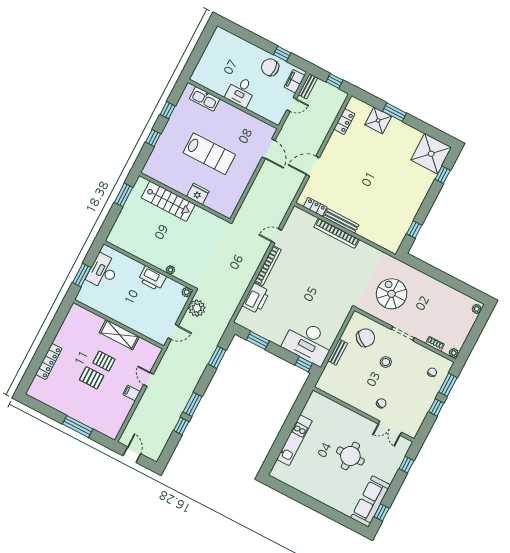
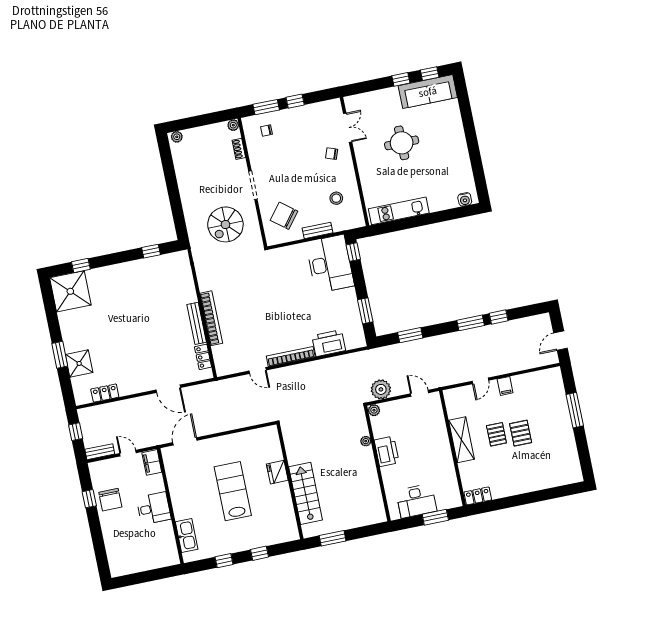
filing cabinet: (295, 81) -> (152, 462), moved, turned 90
locker: (49, 361) -> (478, 496), moved, width x0.66
stool: (386, 362) -> (336, 198), moved
kitchen unit: (294, 440) -> (399, 211), moved
window: (406, 465) -> (401, 79), moved
water cooler: (278, 467) -> (465, 199), added

